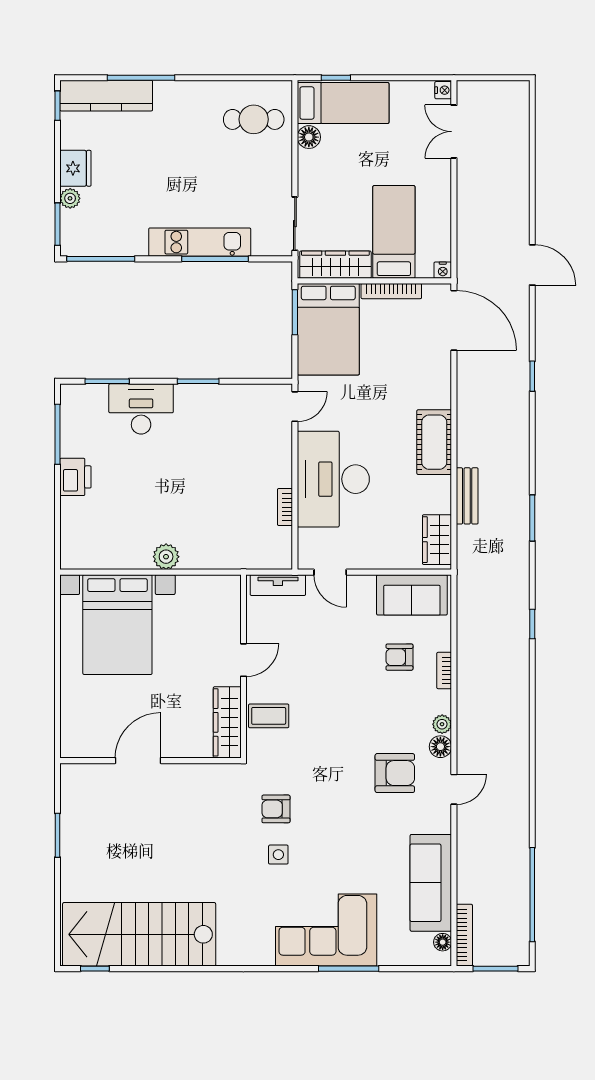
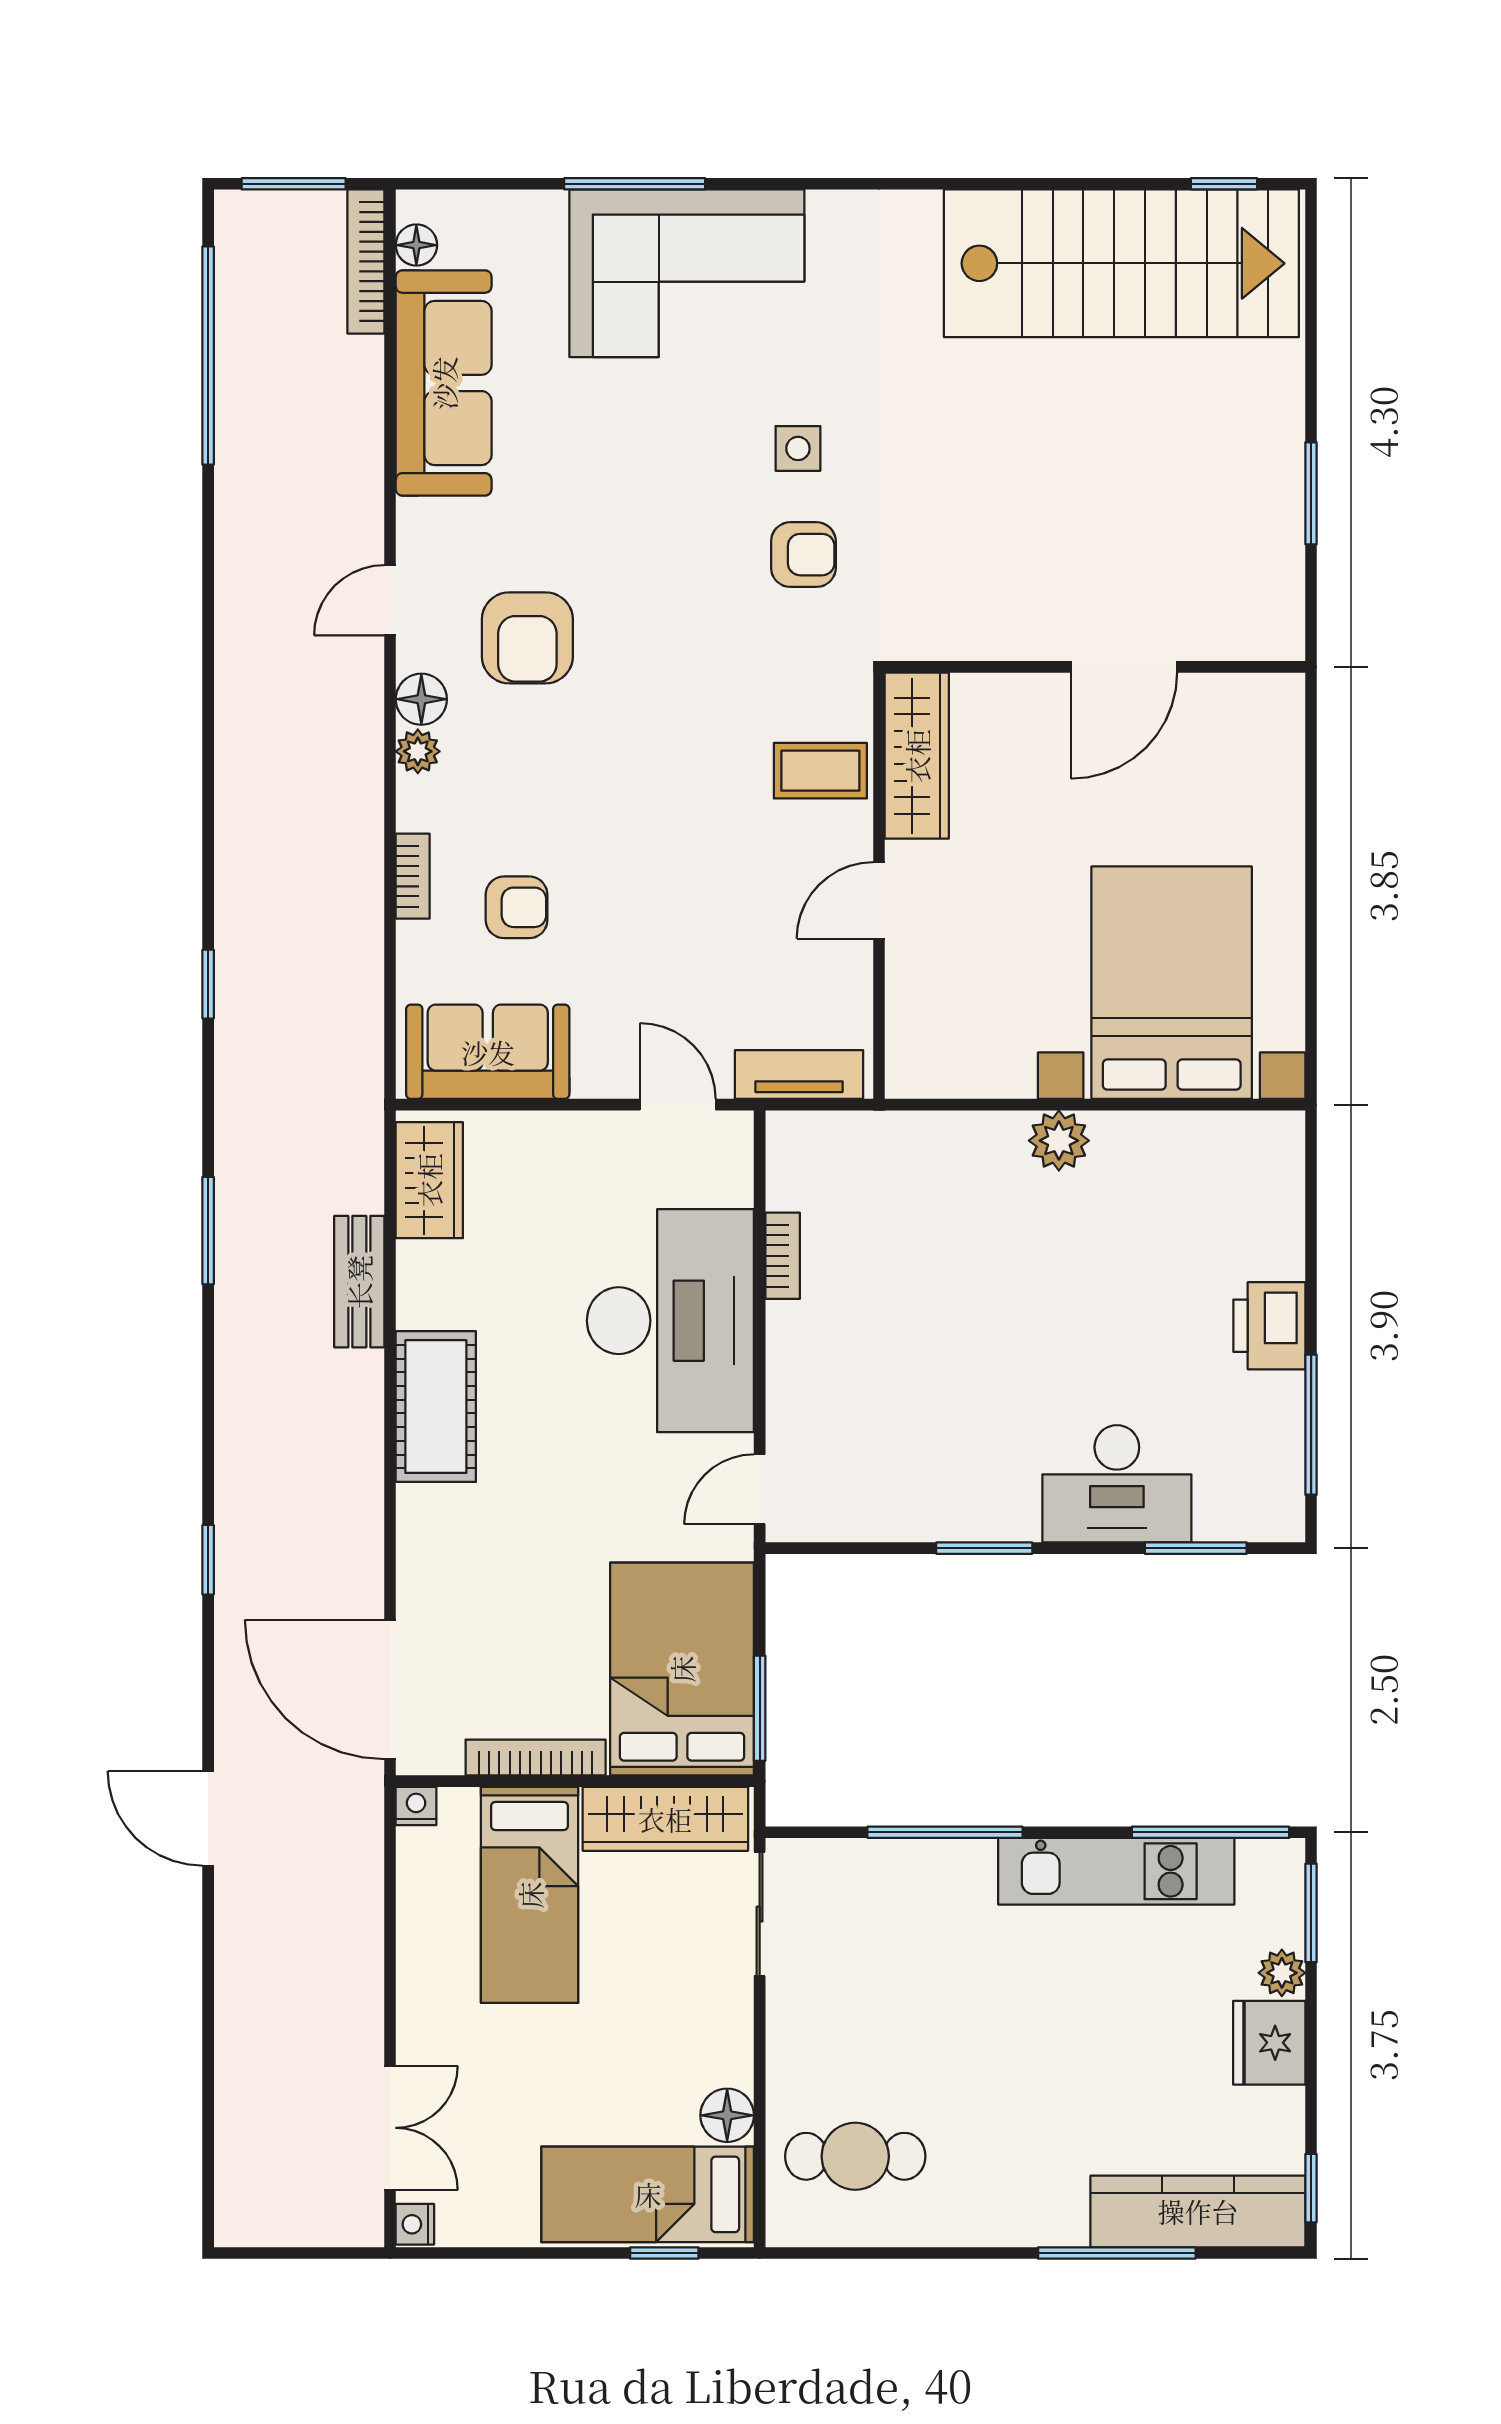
kitchen unit: (200, 242) -> (1116, 1871), moved
armchair: (395, 773) -> (527, 638), turned -90

